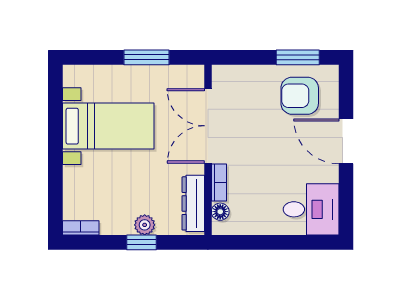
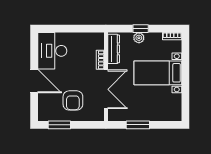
armchair: (300, 96) -> (73, 100), moved, turned 90
bed with nightstands: (108, 126) -> (158, 73), moved
desk: (311, 209) -> (52, 51), width x1.37
floor lamp: (220, 212) -> (100, 45), removed

